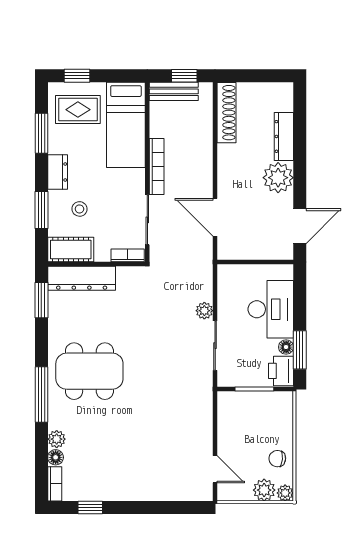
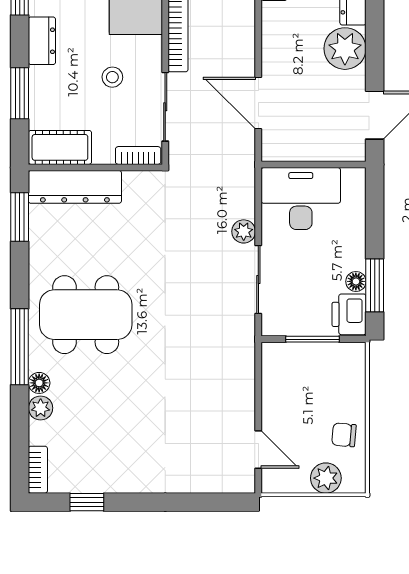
stool: (80, 209) -> (112, 77), moved
desk: (271, 309) -> (301, 199), moved, turned -90
floor lamp: (56, 457) -> (39, 383), moved
plant: (285, 493) -> (355, 482), removed

